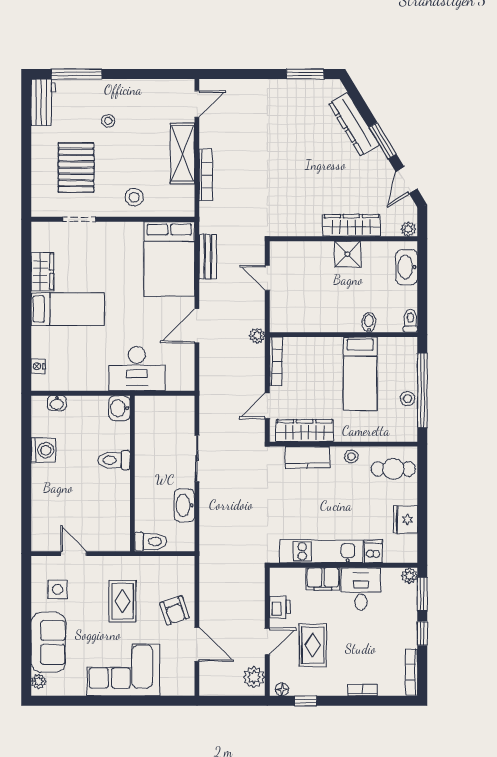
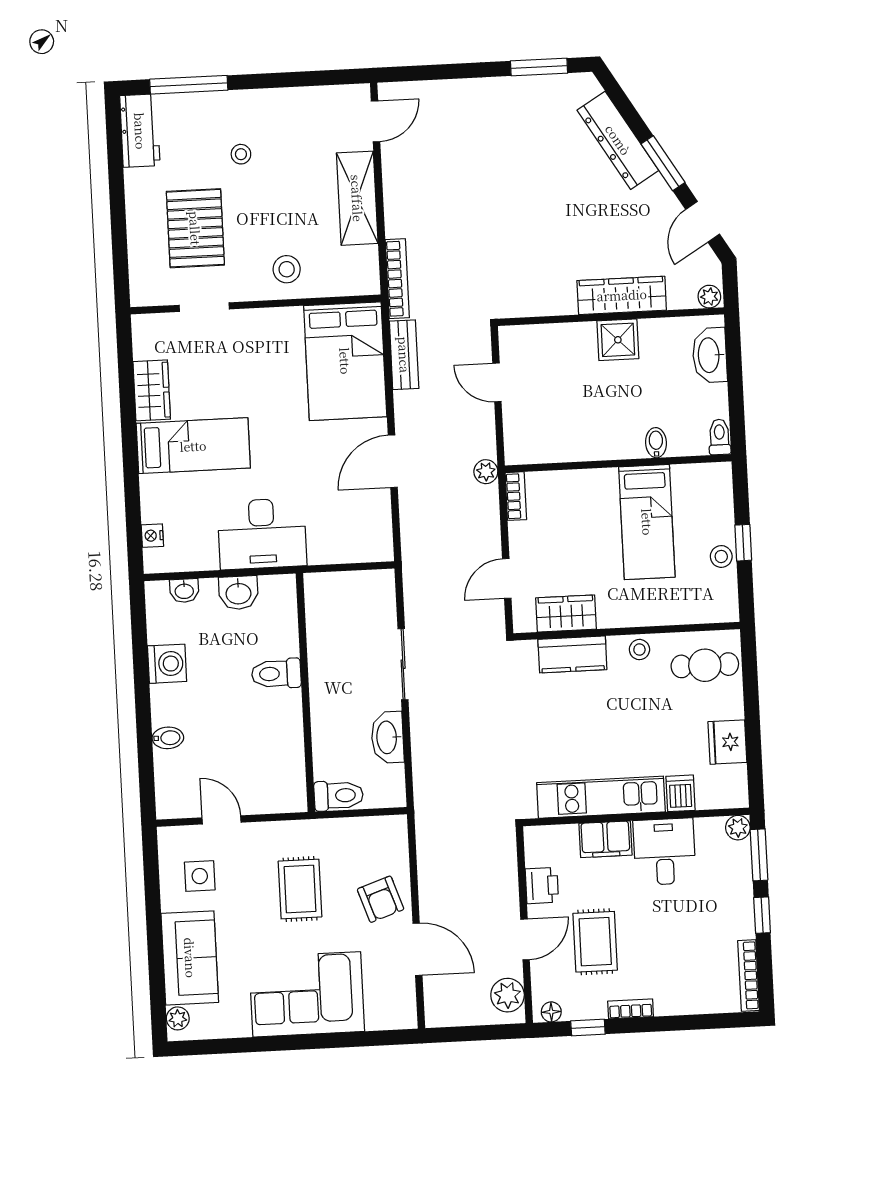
bookcase: (206, 175) -> (397, 279), moved
bookcase: (276, 361) -> (516, 496), width x0.64
desk: (137, 369) -> (262, 534), moved
window: (422, 390) -> (743, 543), width x0.32
washbasin: (119, 408) -> (238, 593), moved, turned -90
wardrobe: (305, 431) -> (566, 613), width x0.67
bidet: (41, 498) -> (168, 738), added
bookcase: (363, 690) -> (631, 1009), moved

